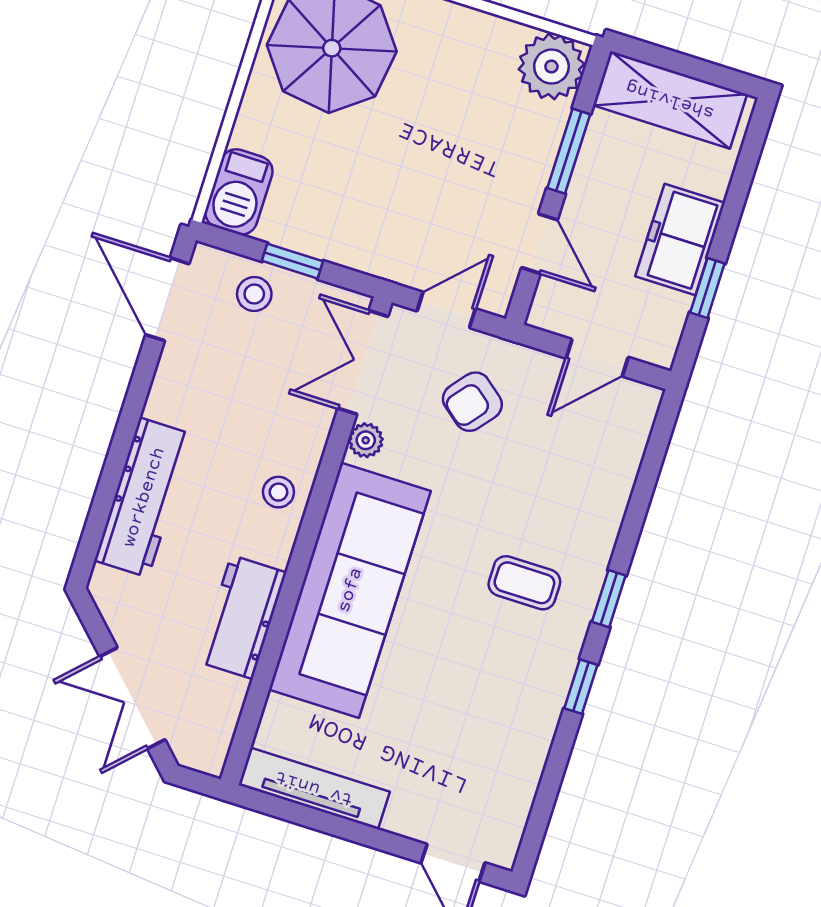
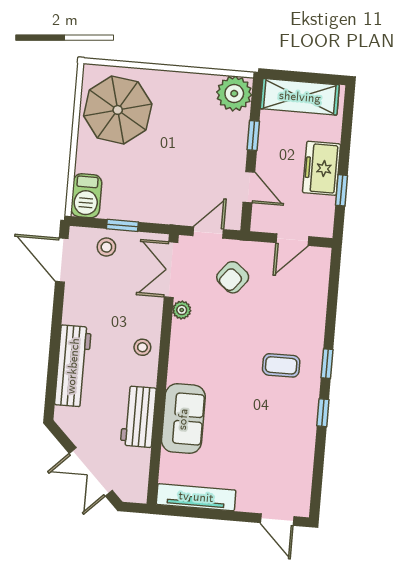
window: (569, 151) -> (253, 136), width x0.67
sofa: (350, 590) -> (183, 419), width x0.54, depth x0.79

